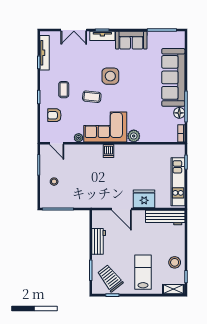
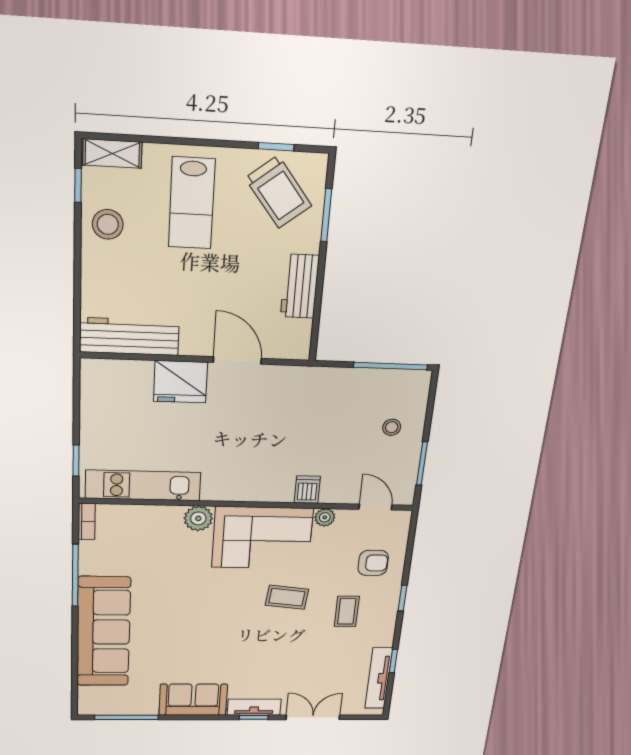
side table: (110, 76) -> (243, 636), removed
floor lamp: (179, 113) -> (91, 563), removed
dishwasher: (108, 151) -> (307, 490), moved
kitchen unit: (178, 182) -> (143, 485), moved, turned -90

